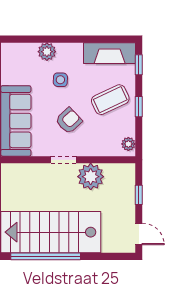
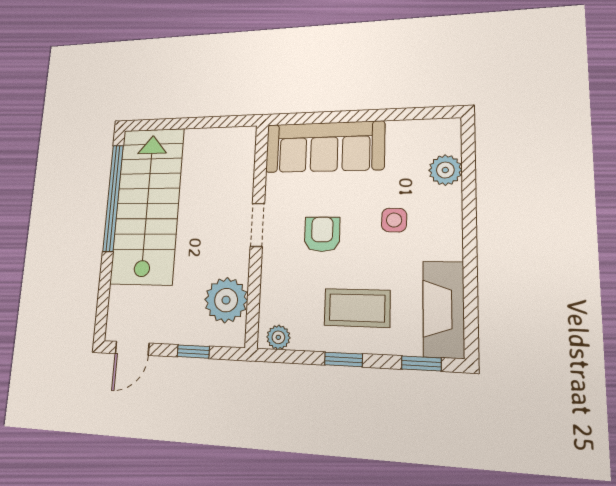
plant: (47, 52) -> (445, 170), moved
coffee table: (110, 100) -> (357, 308), turned -65
armchair: (69, 121) -> (322, 234), turned -137
plant: (91, 177) -> (226, 300), moved

